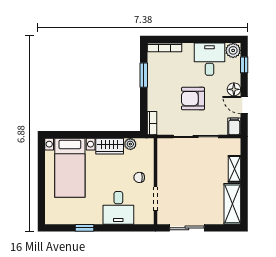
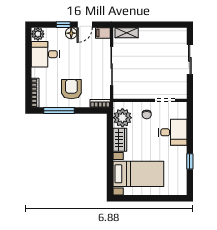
window: (244, 65) -> (63, 25), moved
window: (144, 75) -> (59, 111), width x1.44
armchair: (193, 99) -> (71, 89), moved, turned 180
plant: (130, 144) -> (122, 118), width x1.88, depth x1.88
shelving: (234, 169) -> (127, 33), moved
shelving: (232, 204) -> (169, 35), removed
sliding door: (187, 228) -> (190, 59), moved

